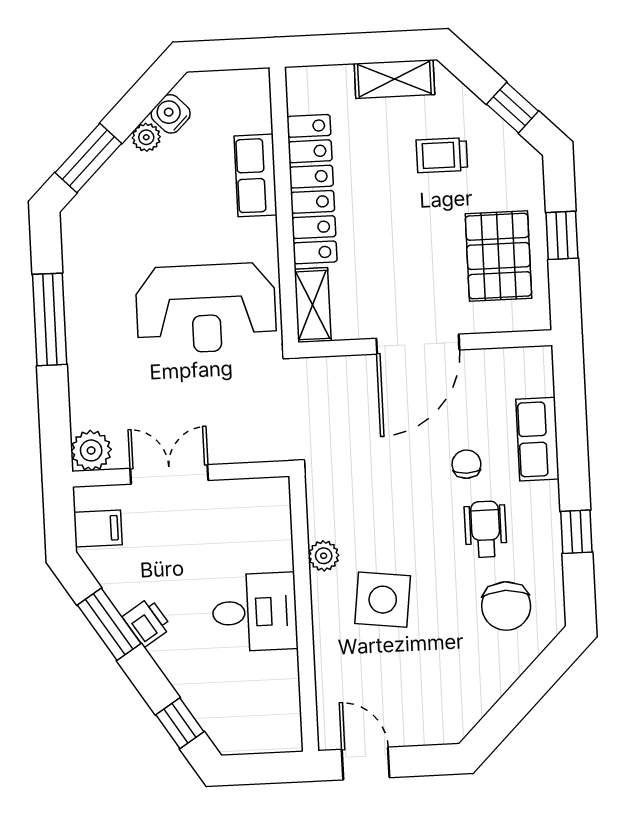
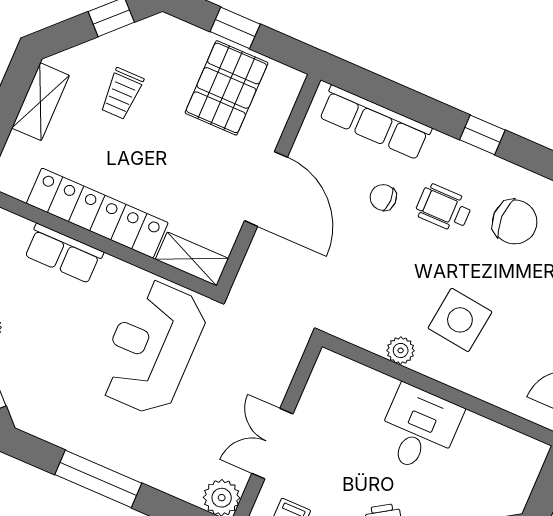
pallet: (498, 256) -> (226, 88), turned 90
reception desk: (206, 308) -> (152, 347), turned 180
row of seats: (538, 439) -> (375, 122), width x1.48

